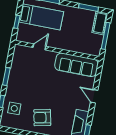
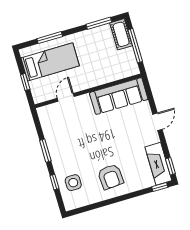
door: (94, 96) -> (157, 122), swing flipped
armchair: (42, 118) -> (111, 177), turned -82

